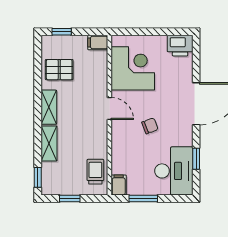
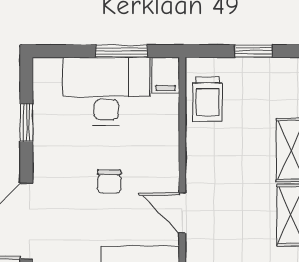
chair: (150, 126) -> (109, 182), turned -69
desk: (174, 171) -> (106, 91), moved, turned 90

